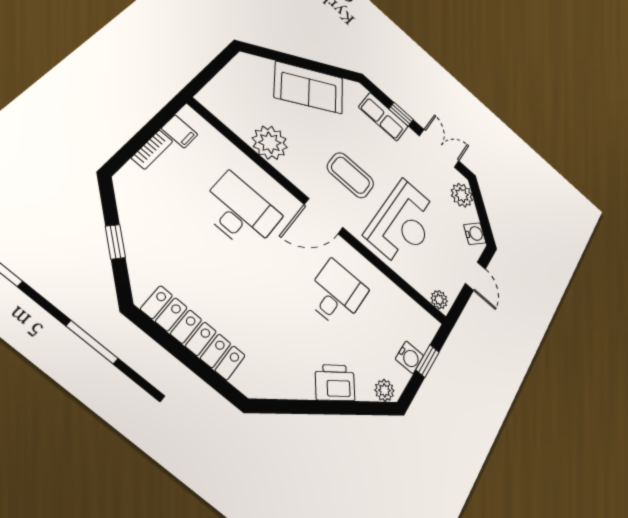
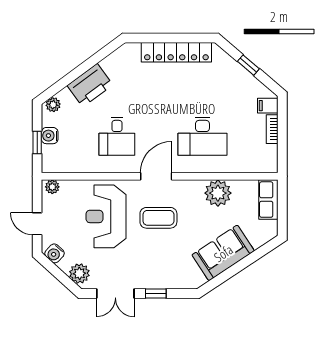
row of seats: (383, 117) -> (268, 200), moved, turned -90
filing cabinet: (180, 131) -> (268, 106), moved
printer: (335, 383) -> (90, 85), width x1.37, depth x1.19

